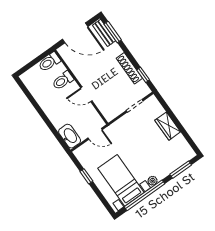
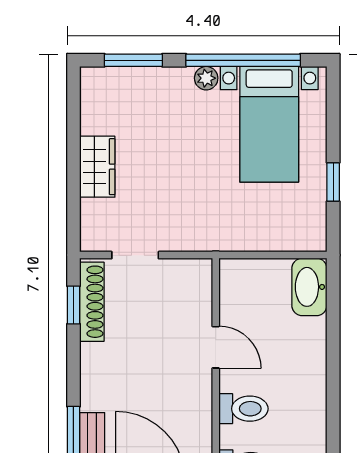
shoe rack: (129, 68) -> (92, 302), moved
door: (95, 134) -> (255, 255), removed

